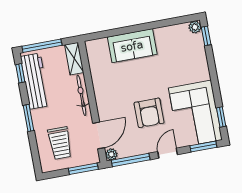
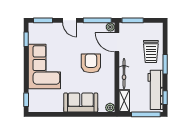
plant: (195, 27) -> (110, 108), moved
armchair: (149, 113) -> (91, 63), moved
corner sofa: (195, 114) -> (44, 66), moved
door: (99, 135) -> (117, 42), hinge flipped
trolley: (60, 143) -> (151, 52), moved, turned 180
door: (168, 153) -> (70, 20), hinge flipped

